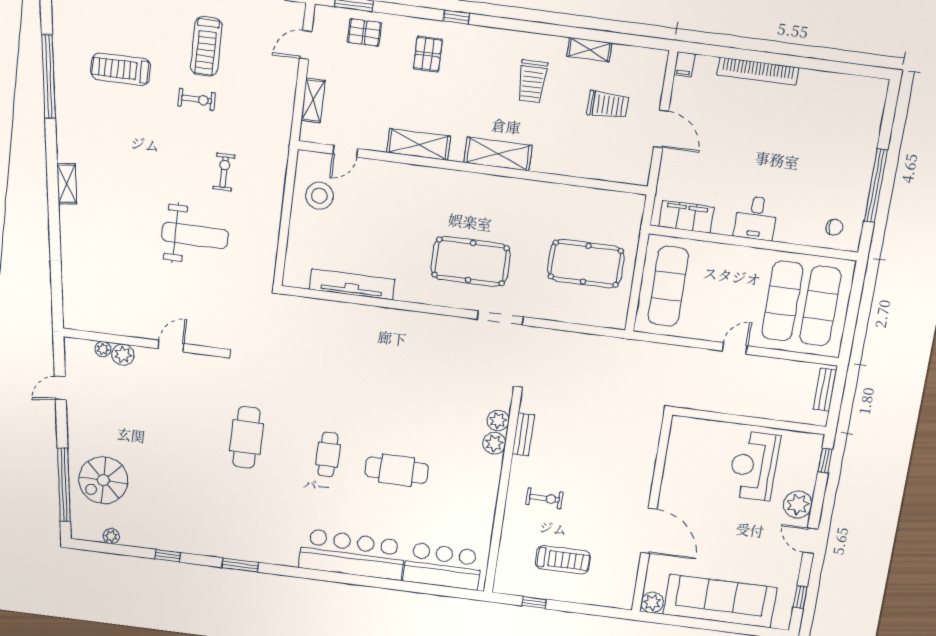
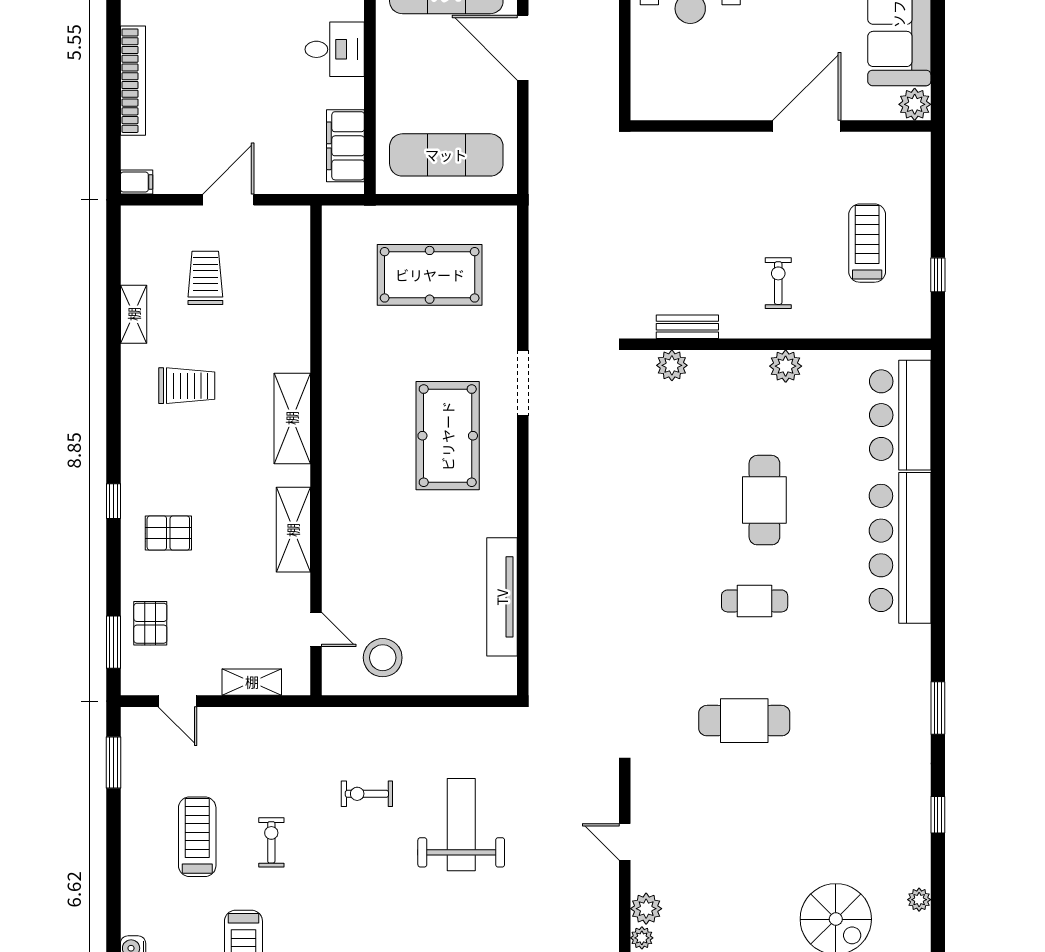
treadmill: (206, 46) -> (197, 837), turned -90
pool table: (586, 264) -> (430, 275), turned 90
door: (735, 348) -> (523, 48), width x1.87
plant: (494, 443) -> (786, 366), moved

